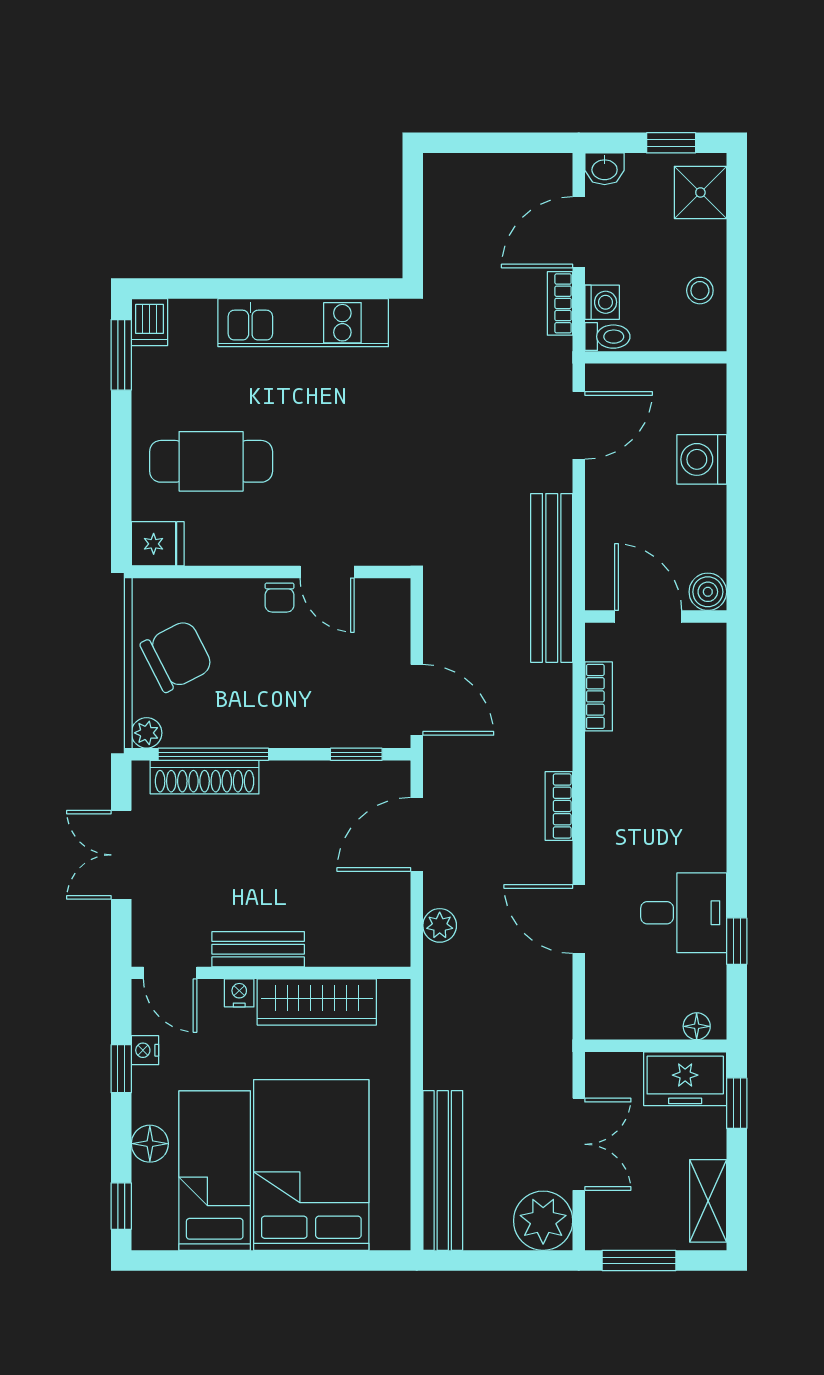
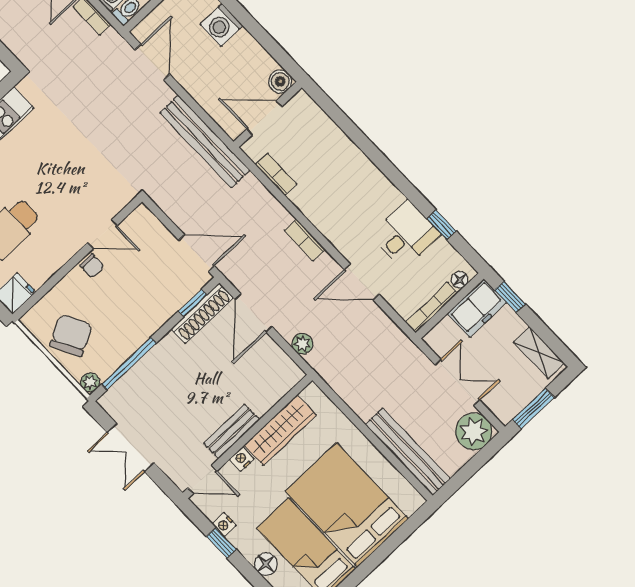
shoe rack: (205, 777) -> (202, 313), moved
bookcase: (632, 1028) -> (432, 308), added

